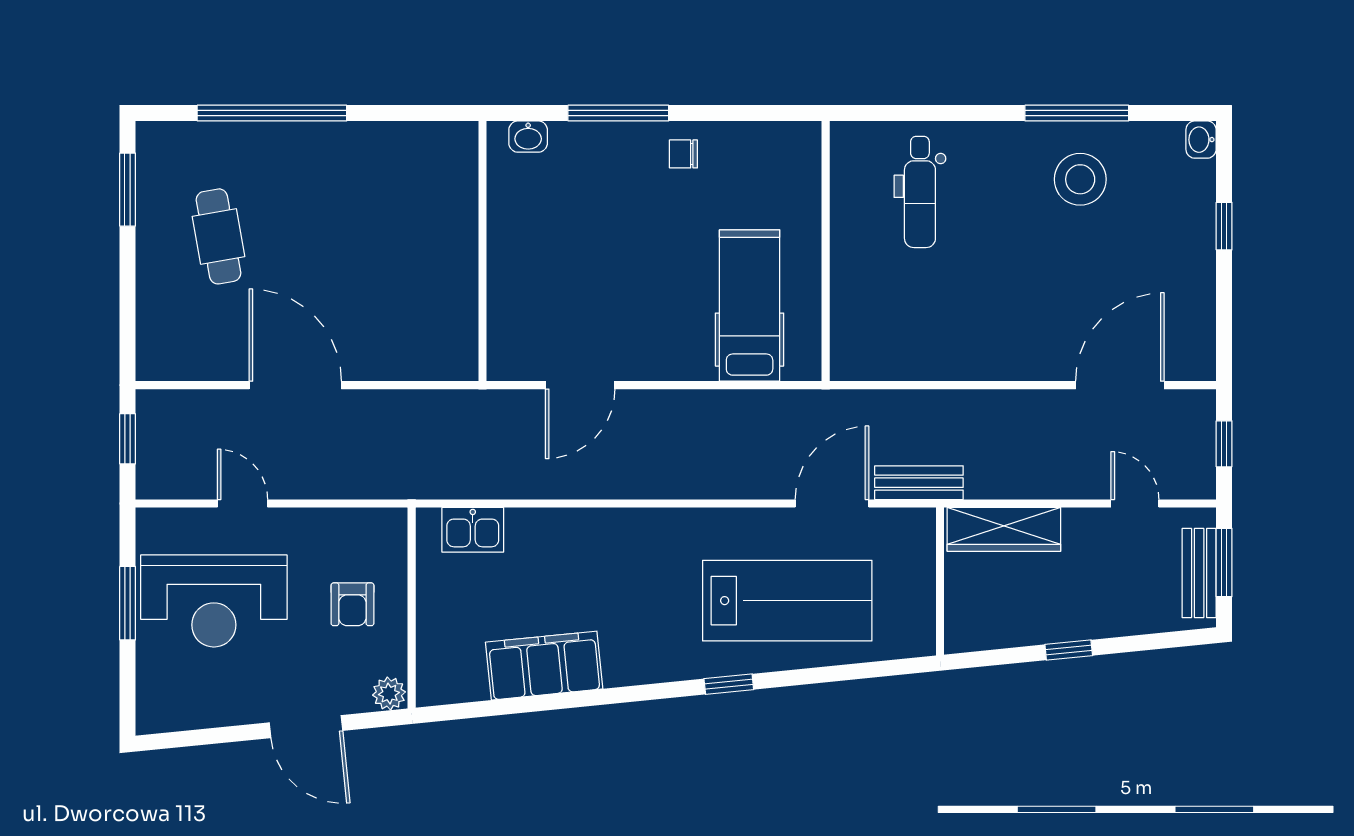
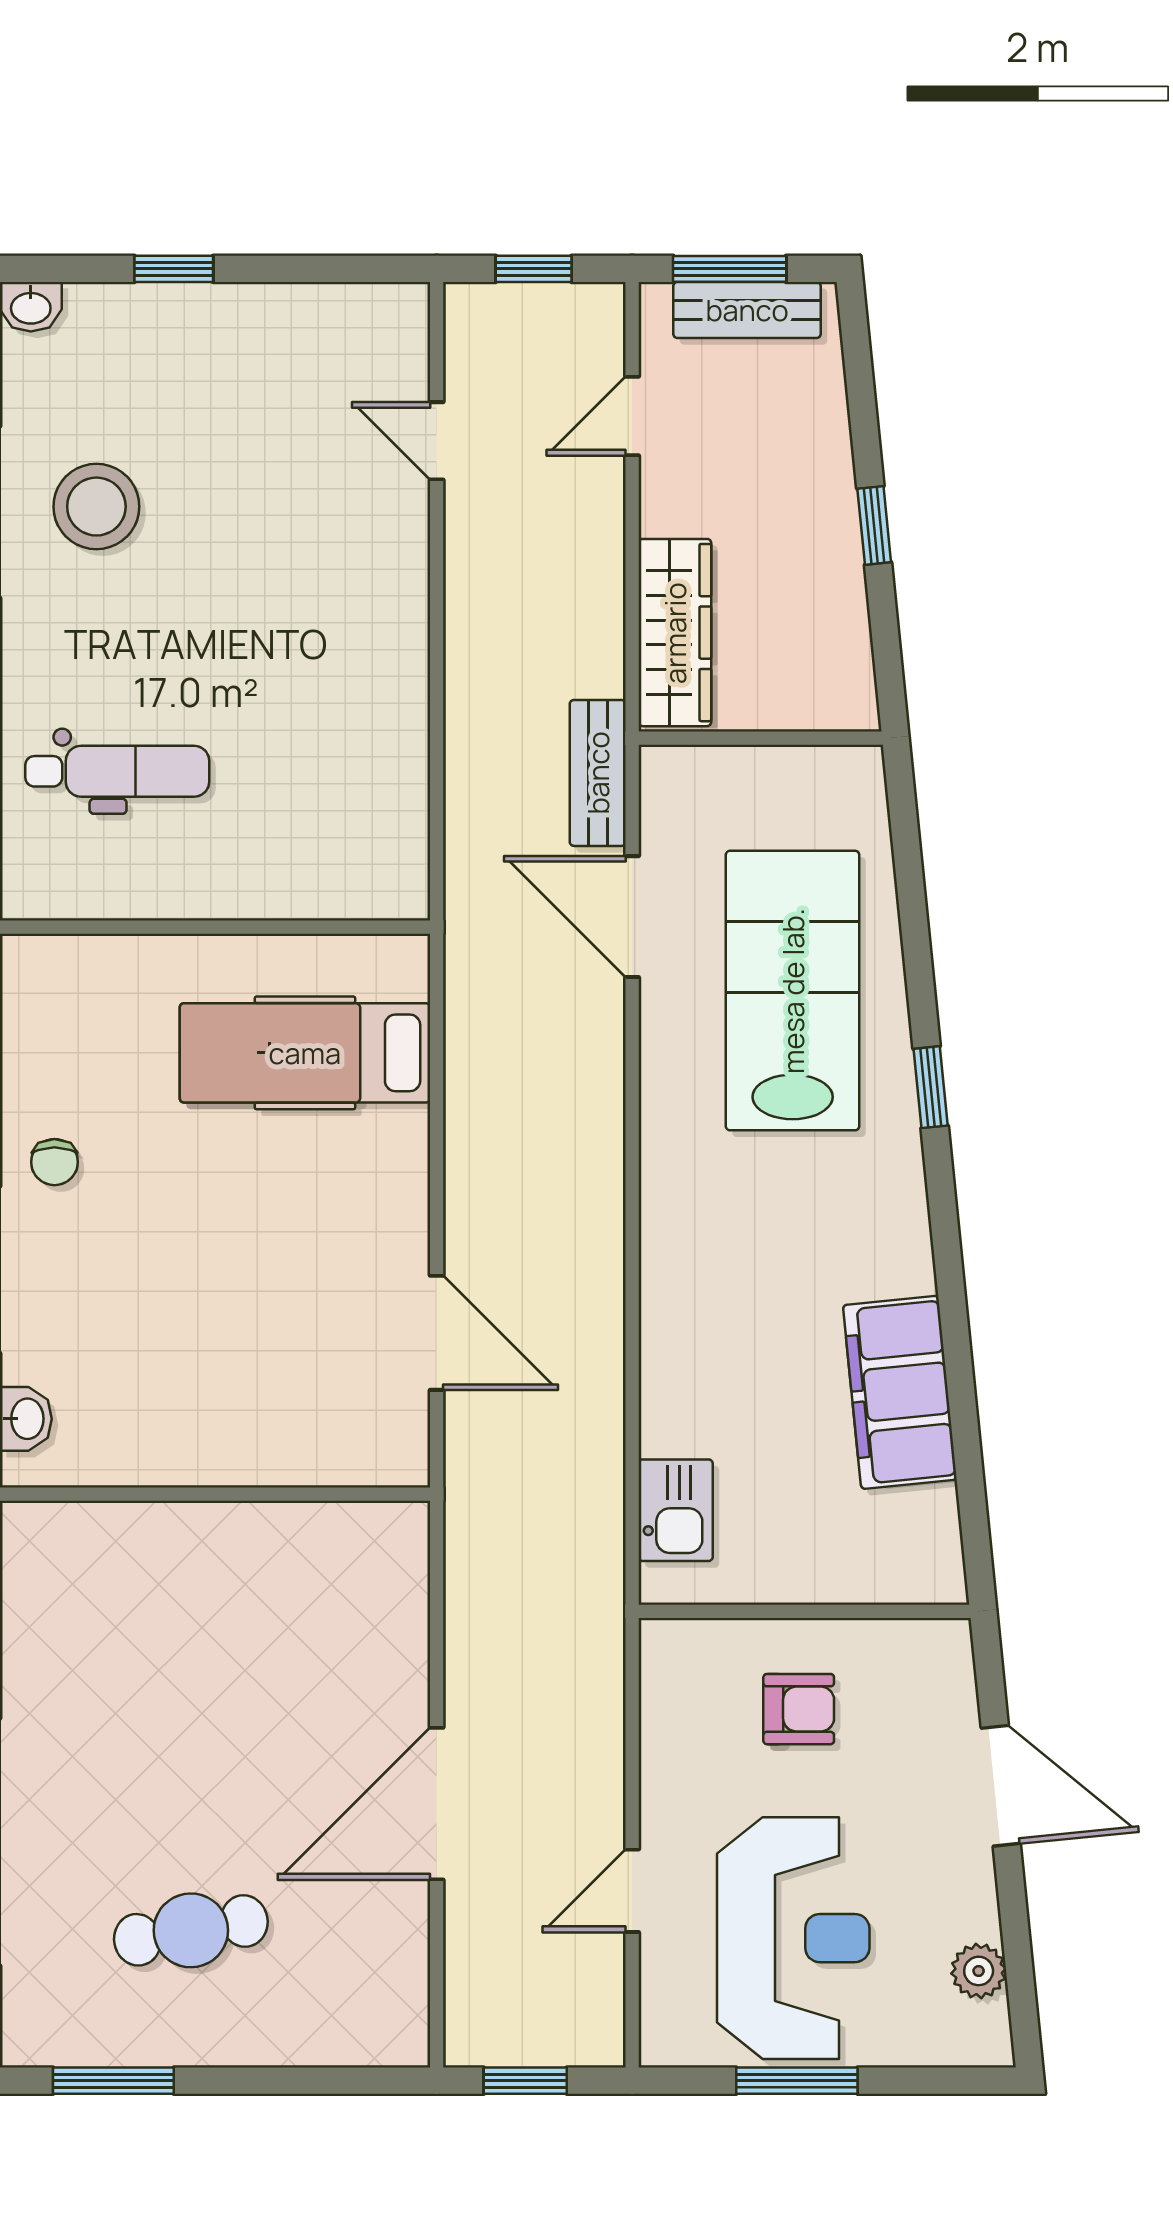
door: (1120, 385) -> (437, 441), width x0.53
plant: (389, 694) -> (979, 1971), moved
door: (306, 727) -> (1001, 1786), hinge flipped

